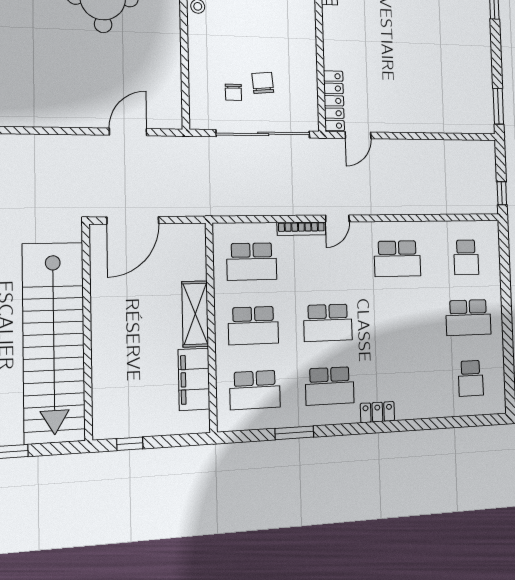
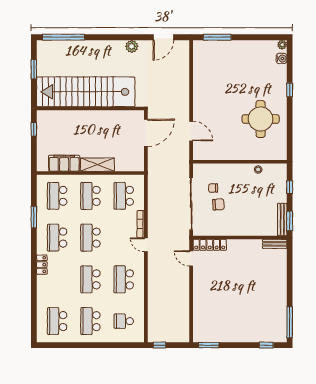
door: (133, 220) -> (146, 133), swing flipped
school desk: (400, 320) -> (90, 279), added
school desk: (471, 378) -> (57, 321), width x1.85

